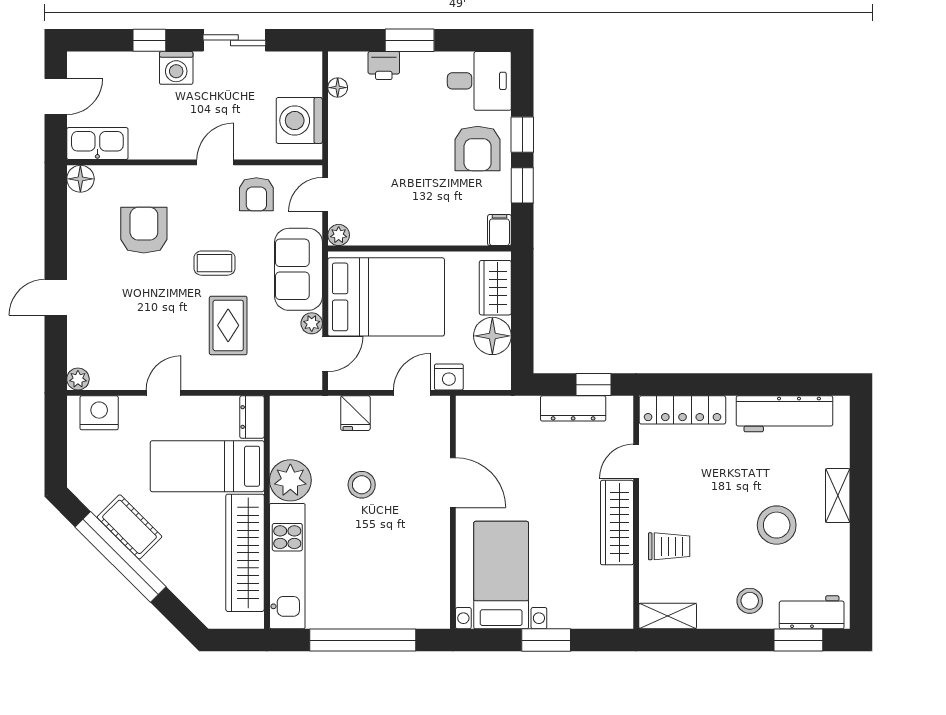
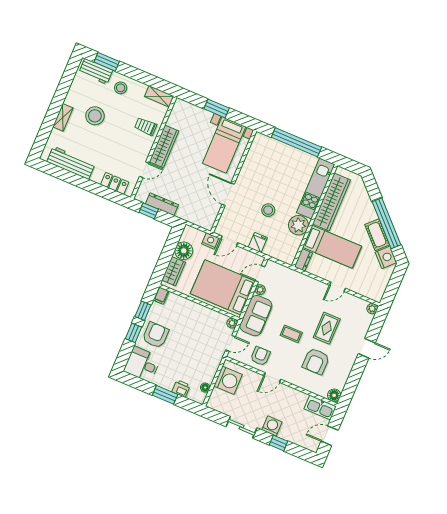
rug: (228, 325) -> (327, 328), moved
locker: (683, 410) -> (115, 183), width x0.66
nightstand: (99, 413) -> (386, 257), moved, turned -135

